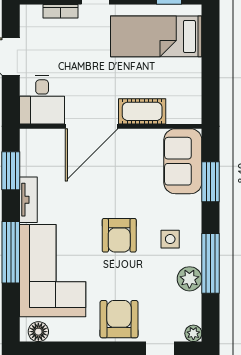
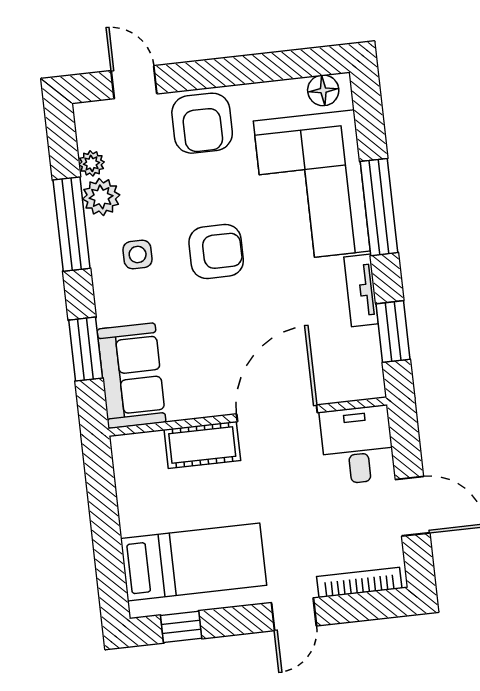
bookcase: (61, 11) -> (359, 582), width x1.56
armchair: (119, 235) -> (216, 252), turned 90
plant: (193, 333) -> (91, 163), moved

